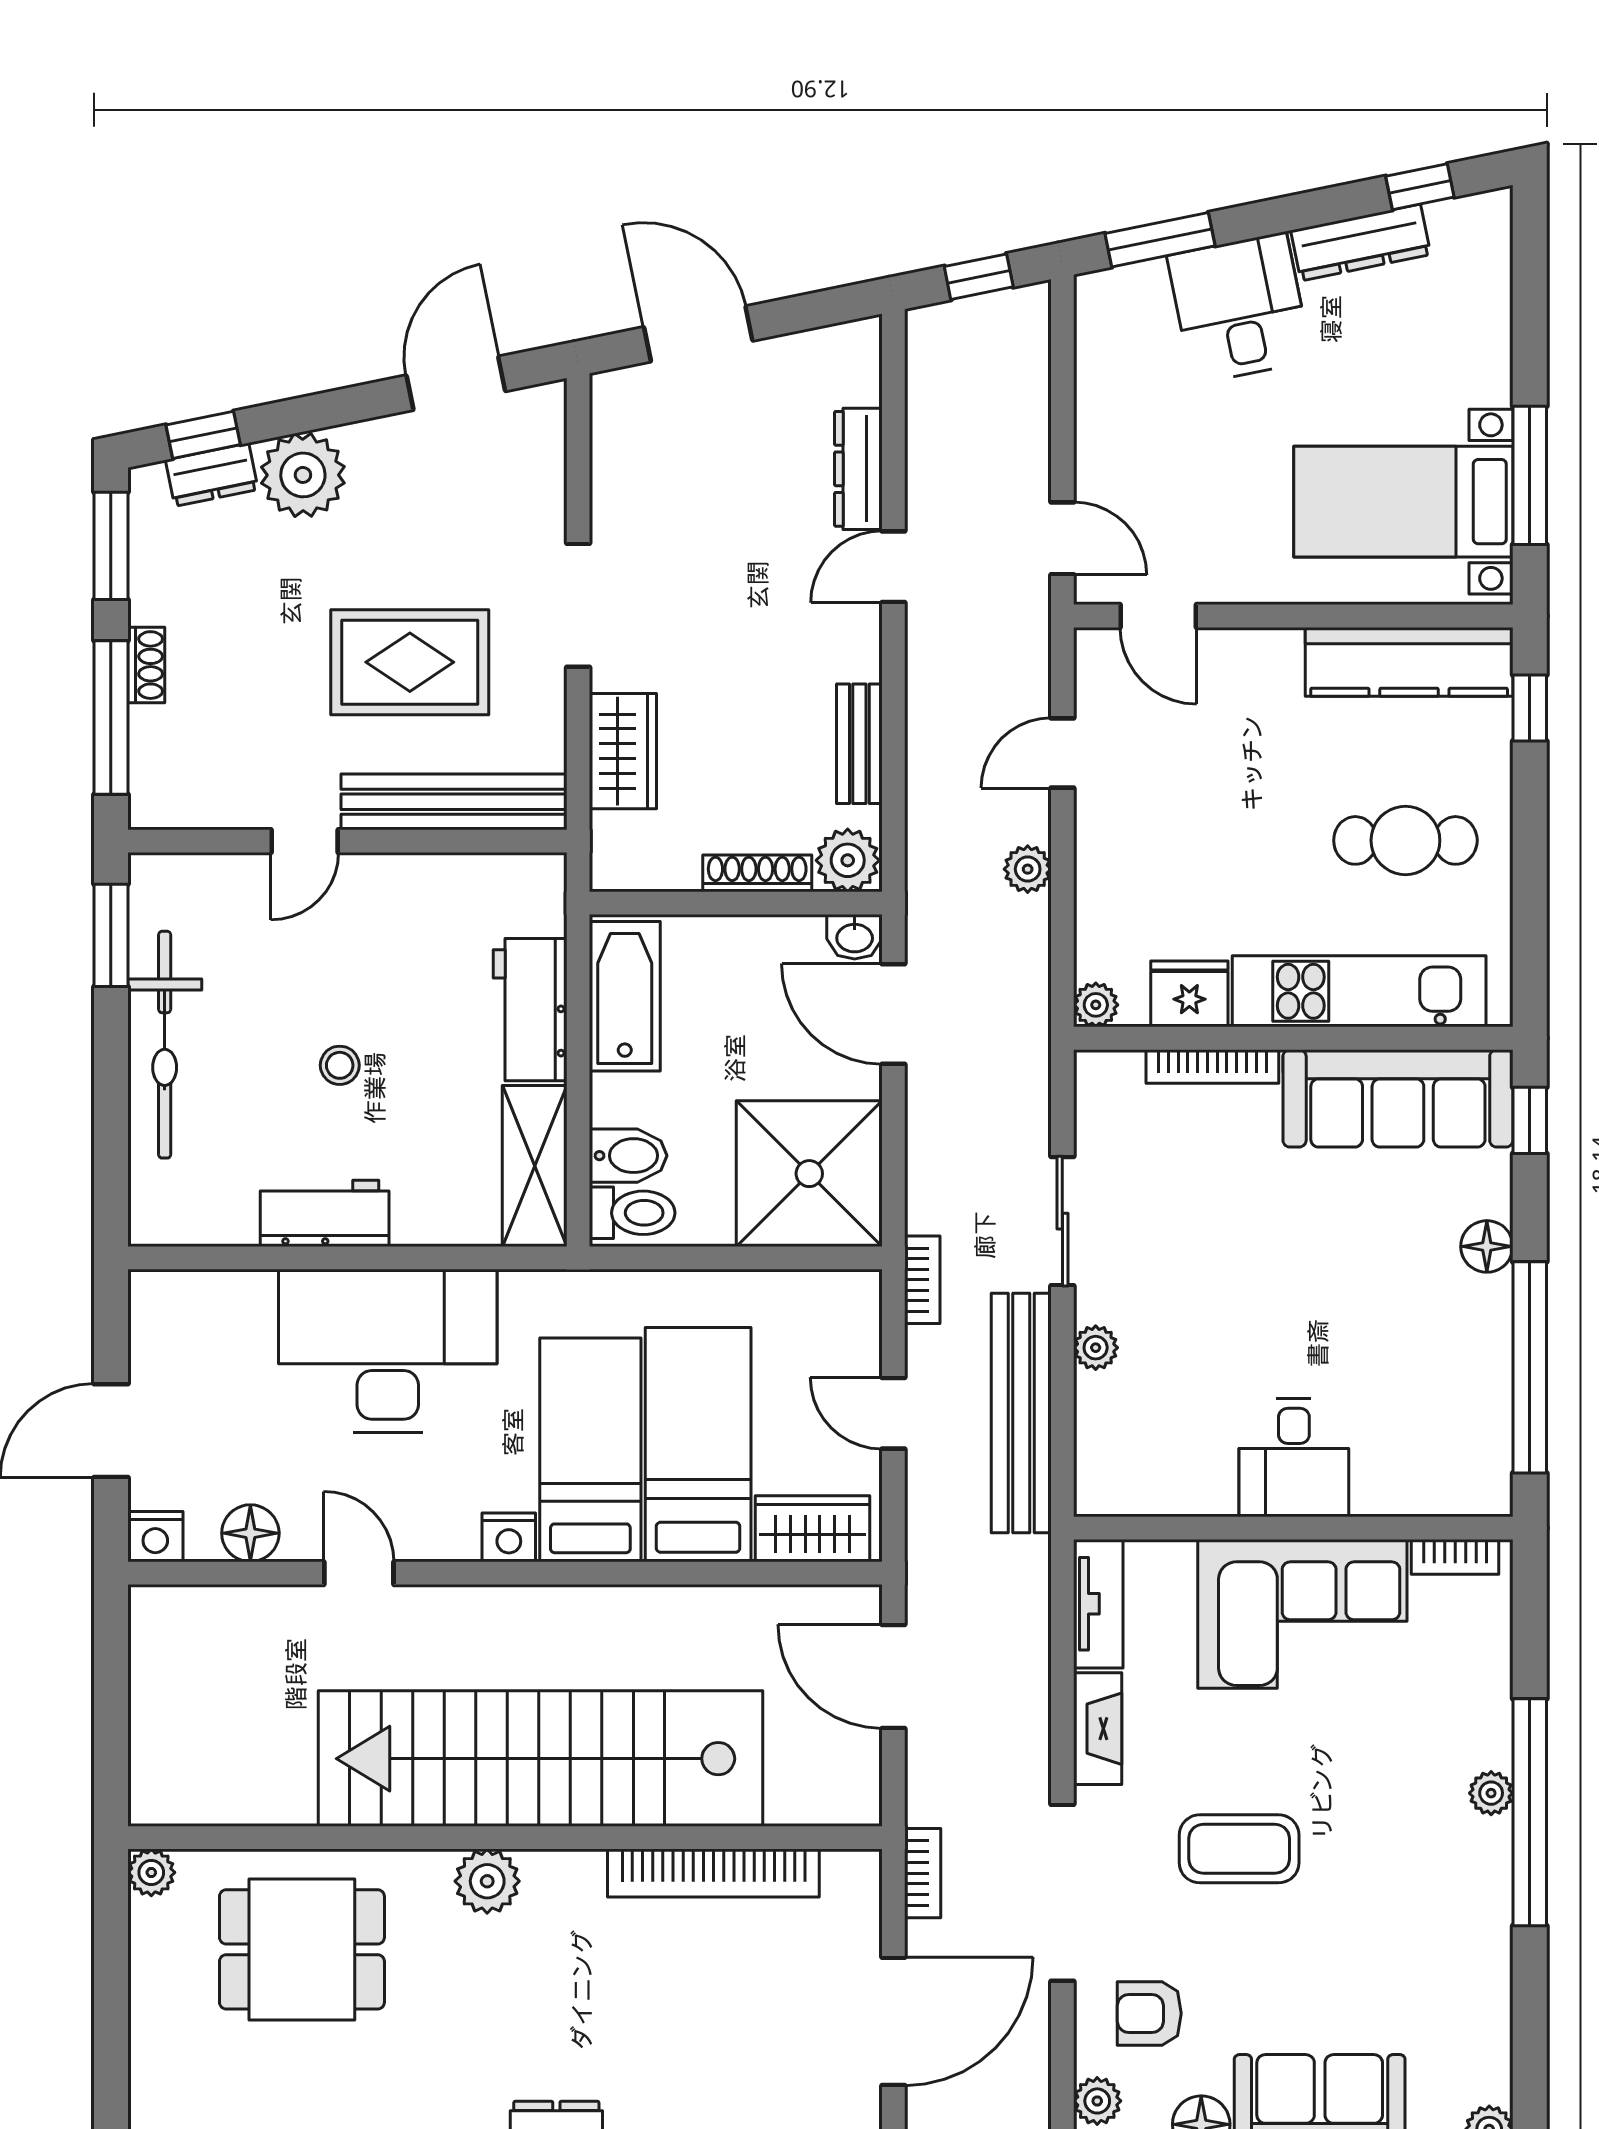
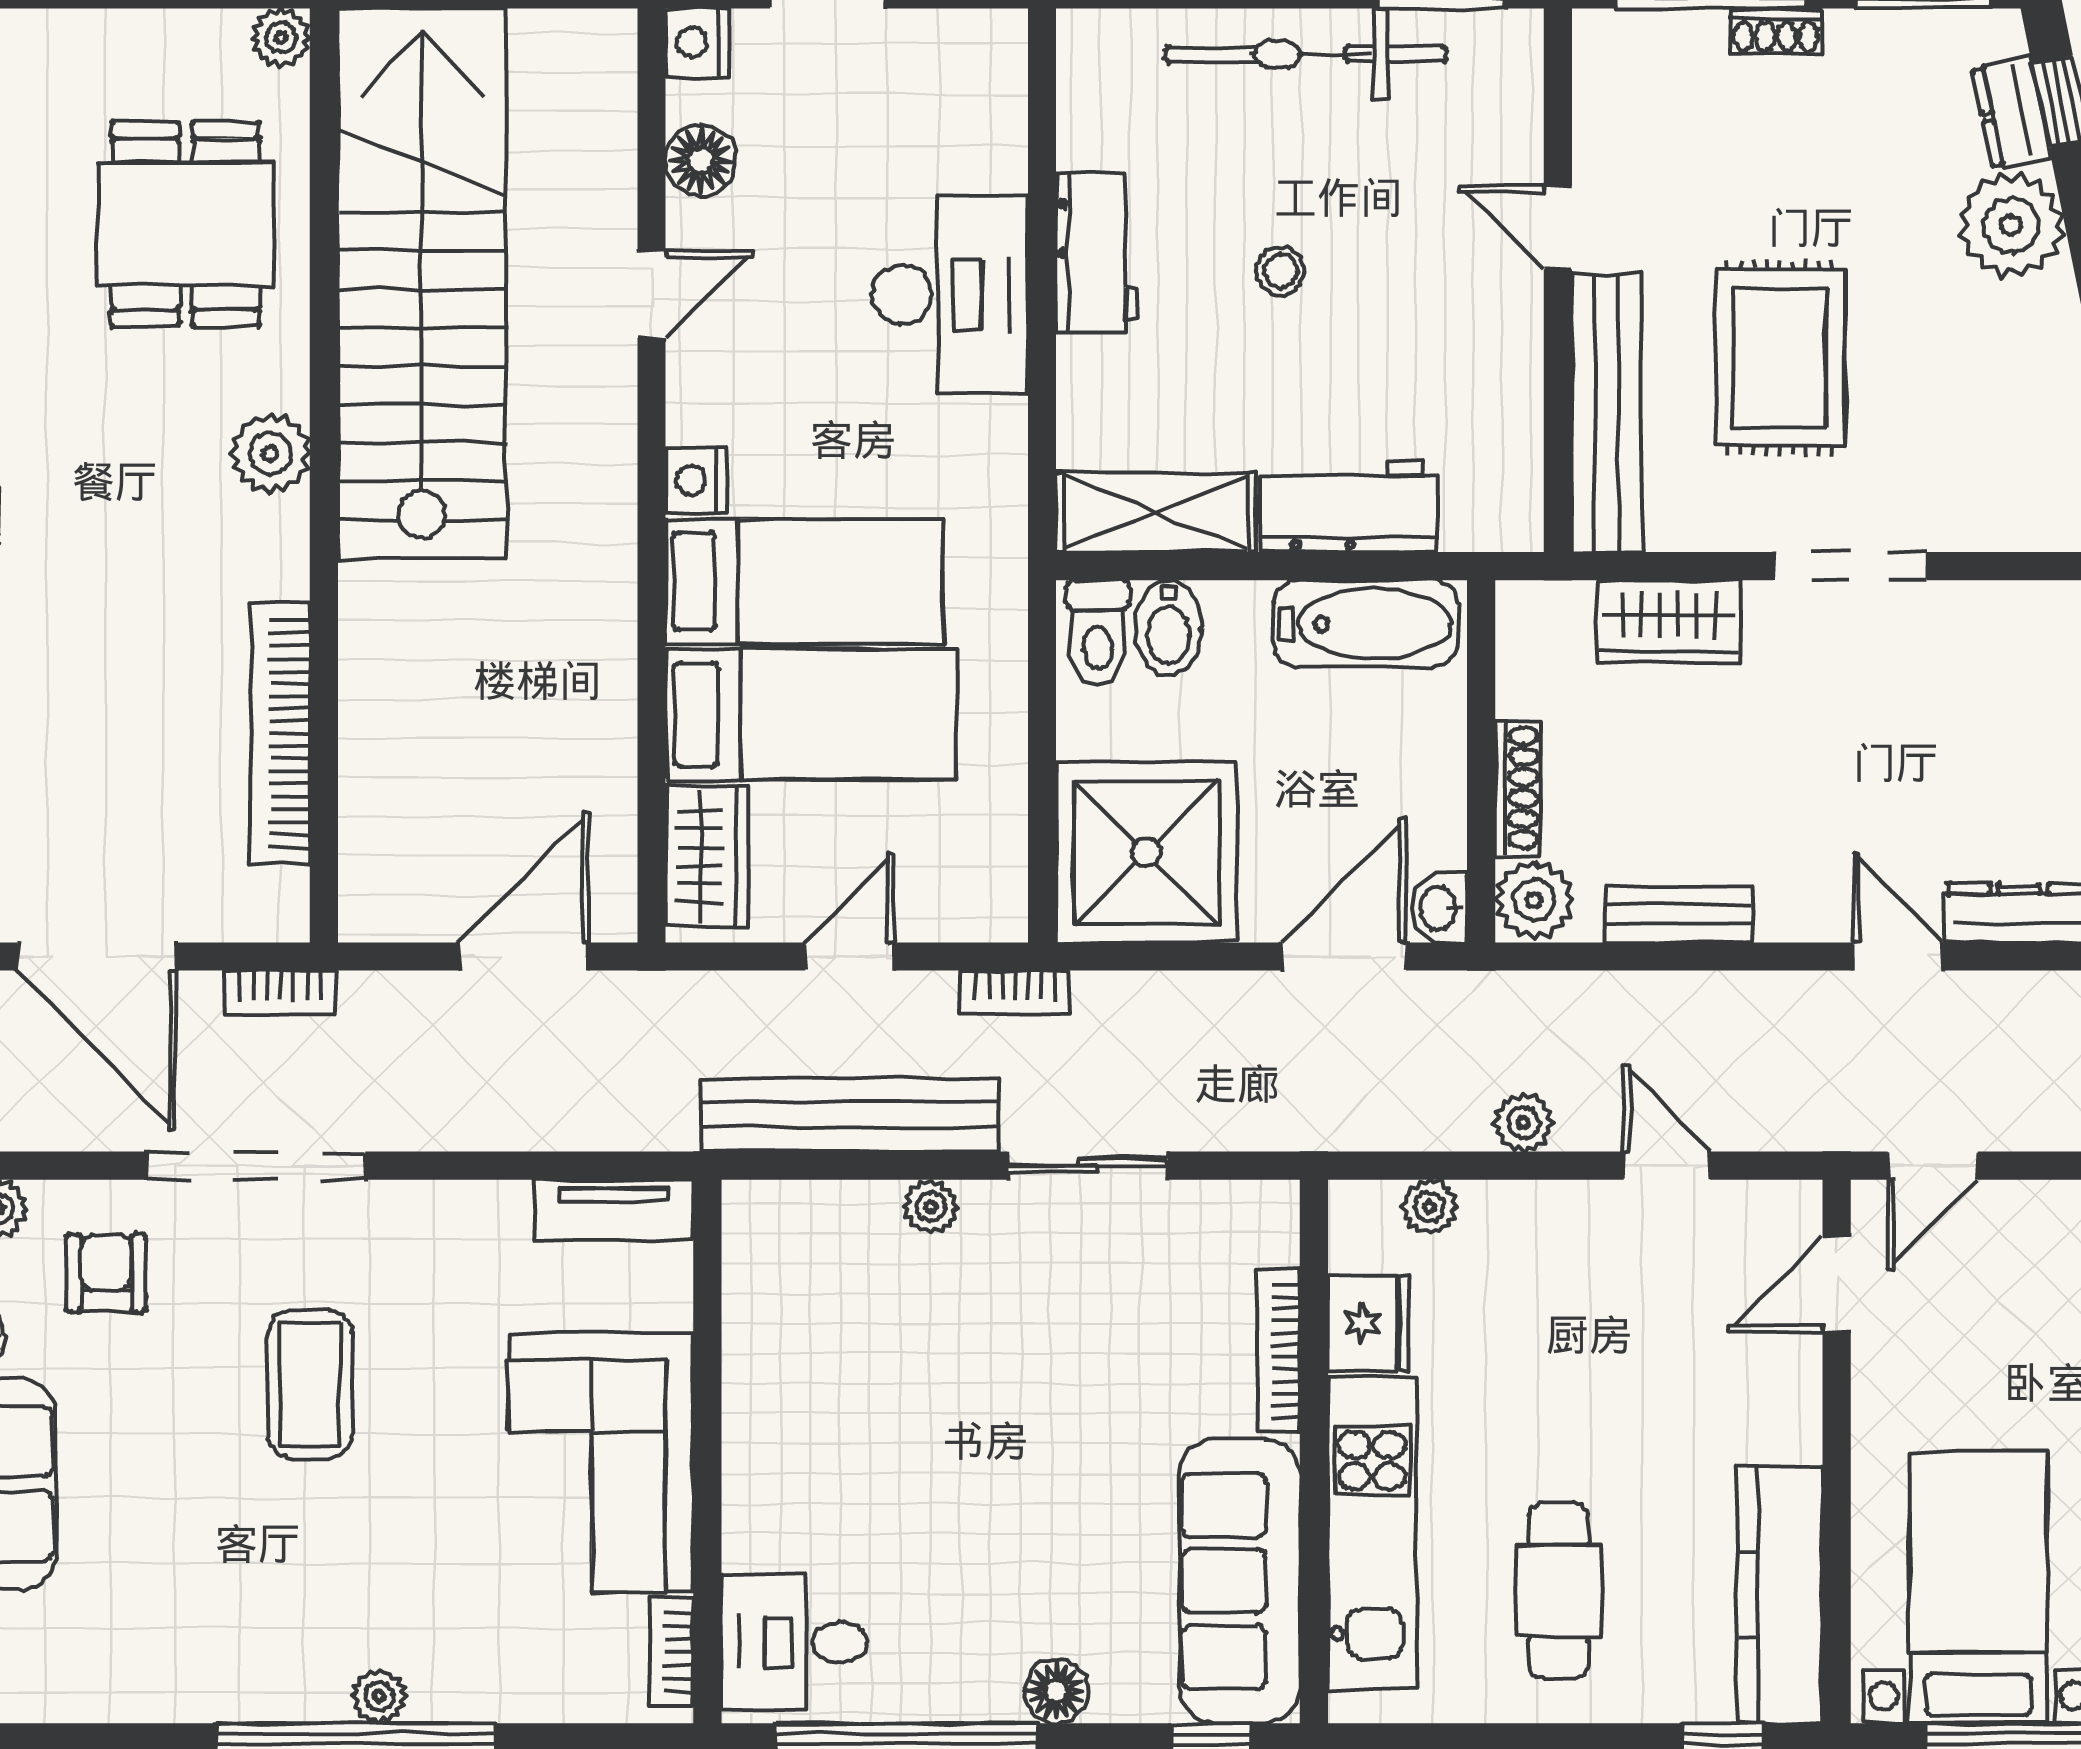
plant: (1096, 1005) -> (1429, 1207), moved
desk: (388, 1351) -> (950, 294), width x0.73, depth x0.77
desk: (1294, 1458) -> (794, 1642), moved
fireplace: (1098, 1729) -> (459, 1209), removed
stairs: (541, 1759) -> (422, 283), moved

